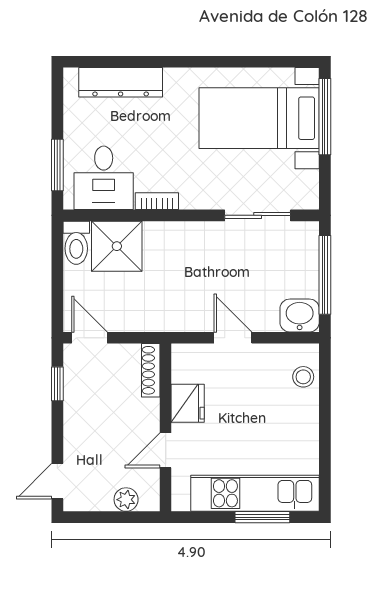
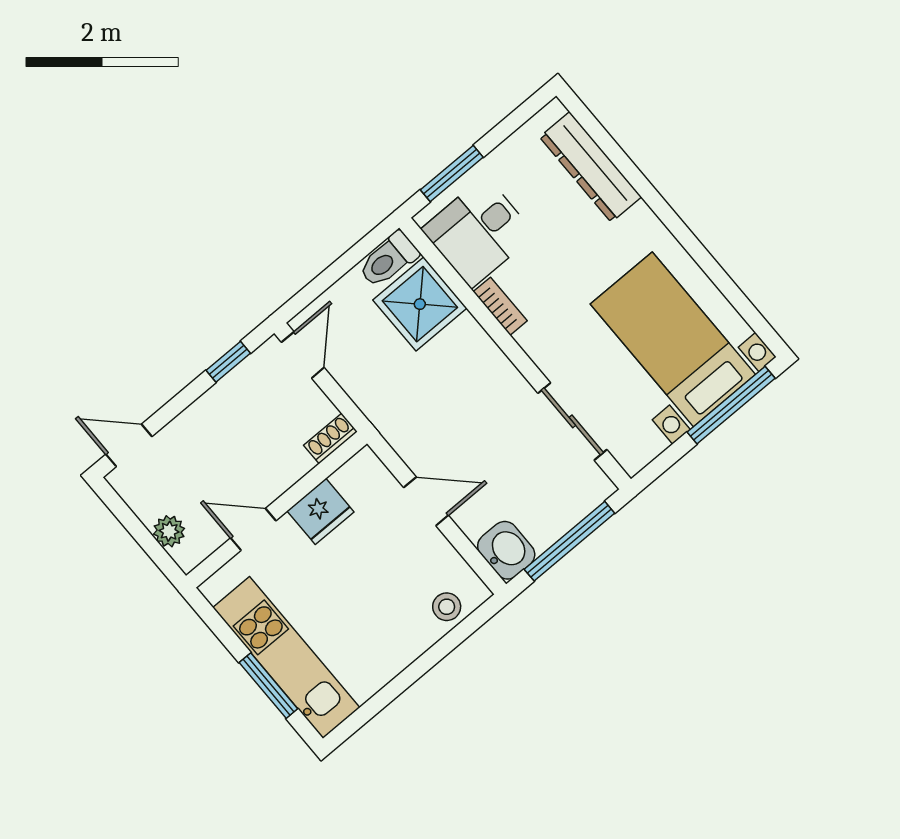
door: (233, 338) -> (426, 501), hinge flipped
shoe rack: (151, 370) -> (330, 438), width x0.70

